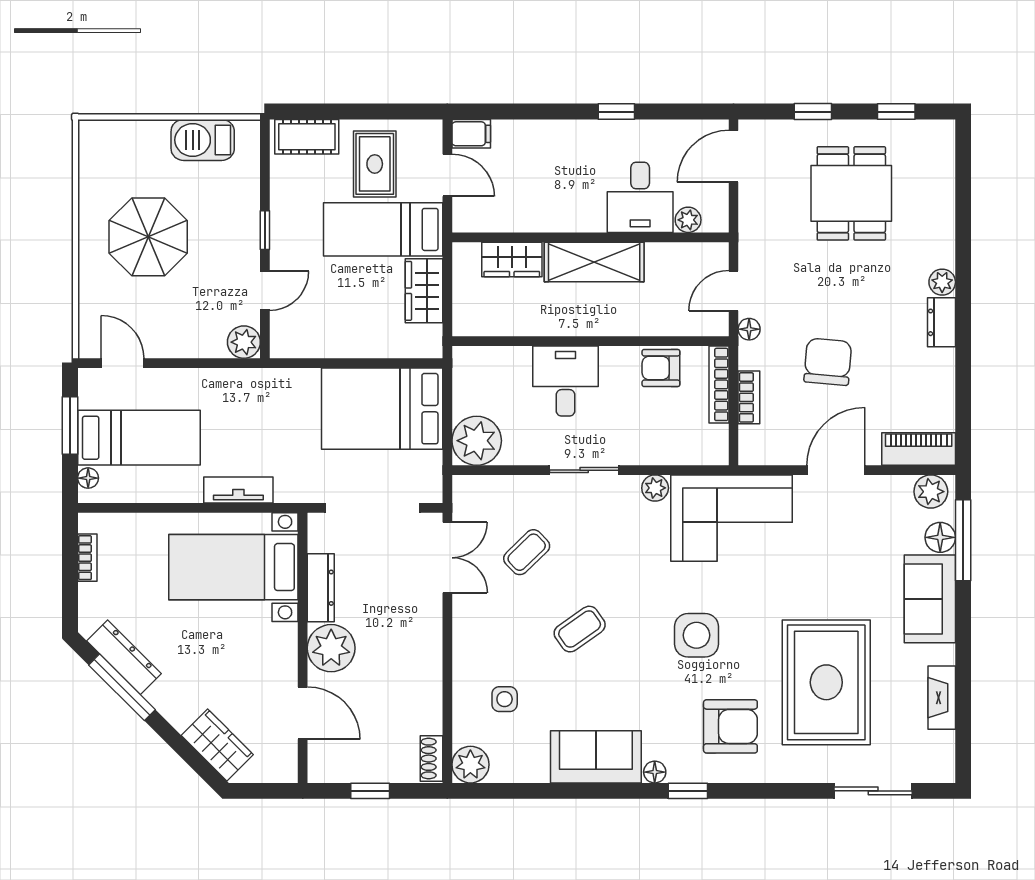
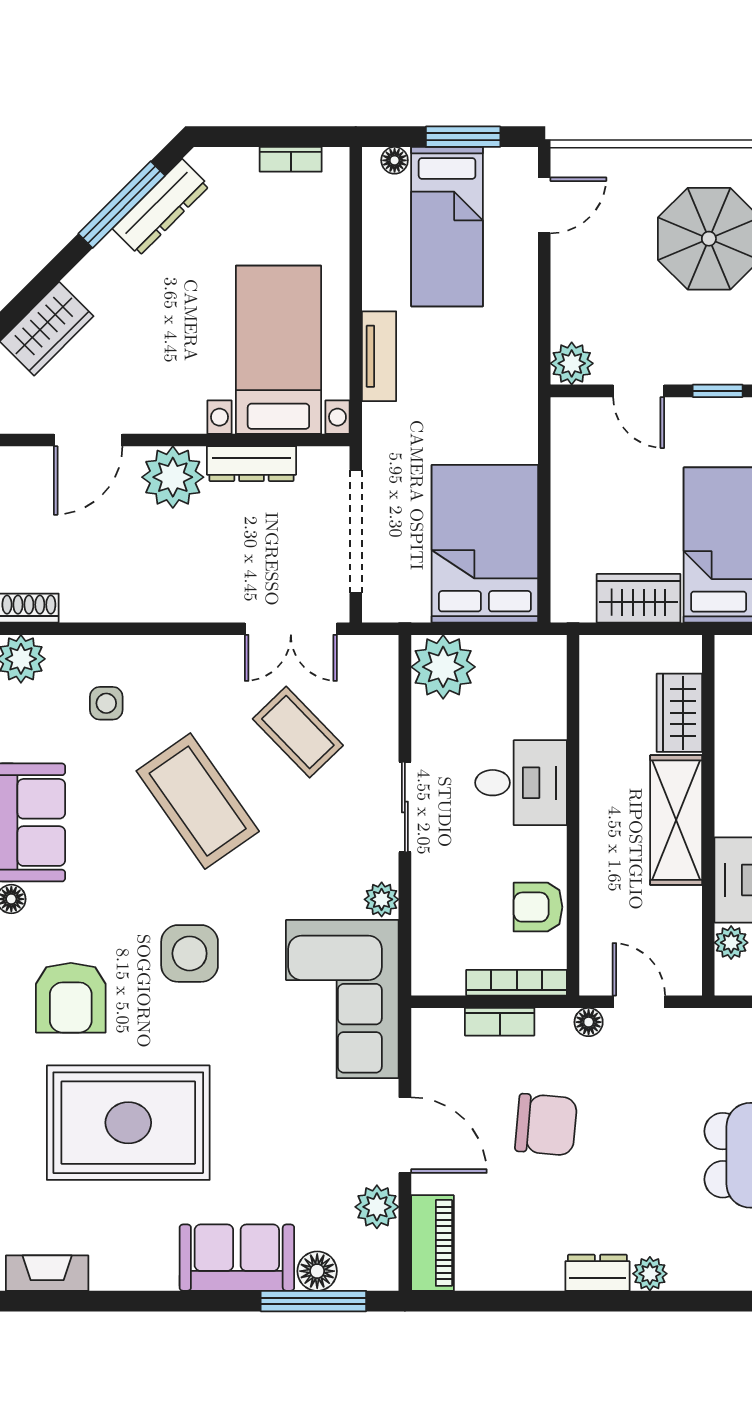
armchair: (661, 368) -> (538, 907), turned -90
plant: (931, 492) -> (377, 1207), moved
coffee table: (527, 552) -> (298, 732), width x1.36, depth x1.30
coffee table: (580, 629) -> (198, 801), width x1.86, depth x1.72
fireplace: (942, 698) -> (47, 1273), moved

